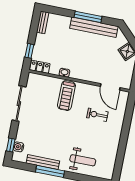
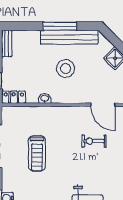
stool: (86, 52) -> (65, 69), added
treadmill: (66, 96) -> (37, 153), moved

